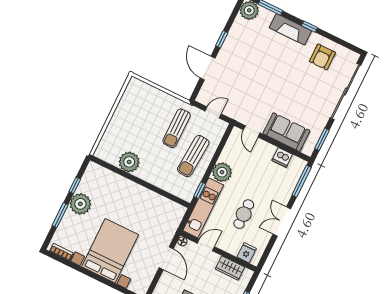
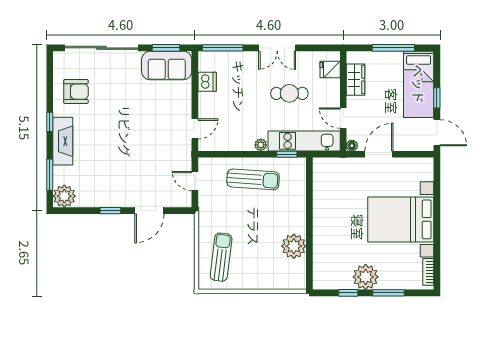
sun lounger: (177, 128) -> (221, 257), moved, turned -83
sofa: (286, 132) -> (167, 65), moved, turned -90
plant: (222, 172) -> (261, 145), width x0.53, depth x0.53

